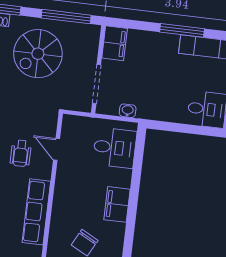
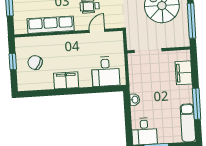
filing cabinet: (115, 43) -> (184, 73), moved, turned 90
washbasin: (128, 111) -> (135, 100), moved

